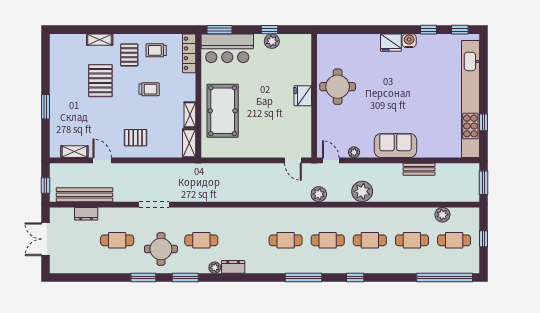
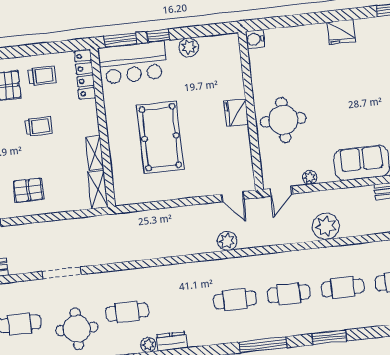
window: (269, 30) -> (158, 36), moved
water cooler: (409, 41) -> (255, 39), moved, turned -90
trolley: (156, 50) -> (42, 76), turned 180
round table: (338, 87) -> (283, 120), moved
pool table: (223, 111) -> (160, 137), moved
door: (331, 160) -> (281, 191), swing flipped
plant: (319, 194) -> (227, 241), moved
window: (355, 277) -> (329, 337), width x1.50

